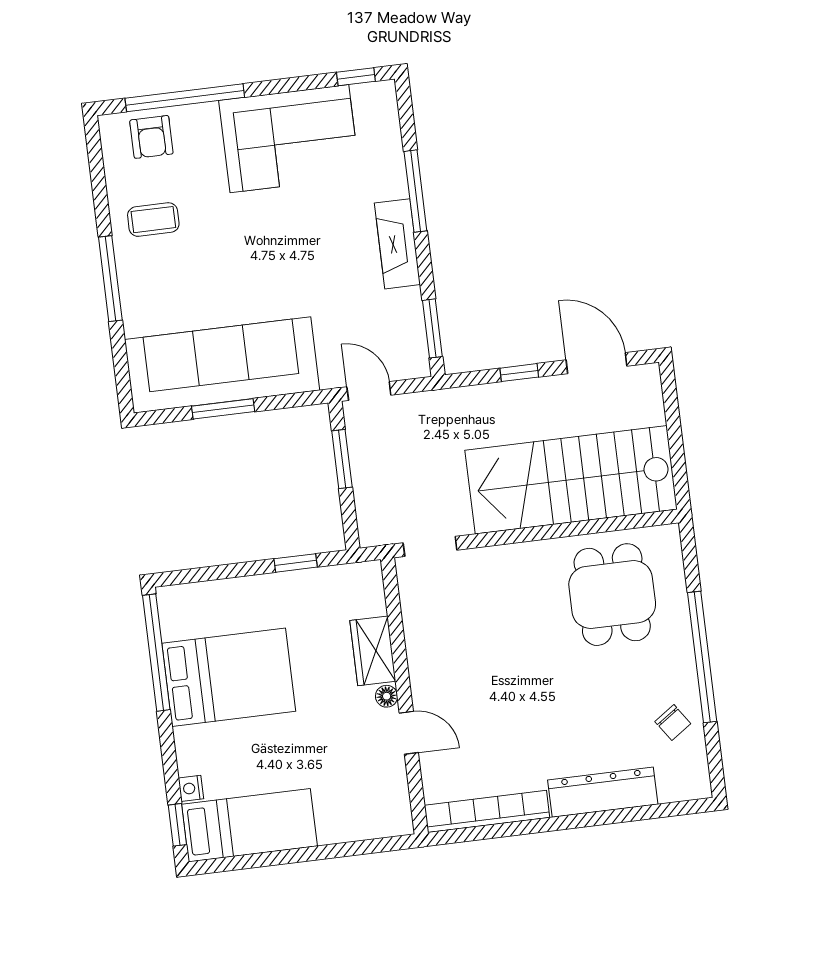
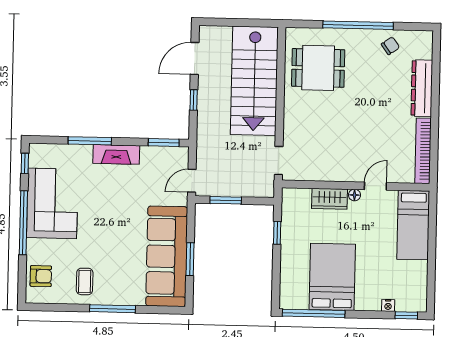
window: (185, 98) -> (23, 223), moved
bed: (249, 825) -> (413, 225), moved, turned 180

